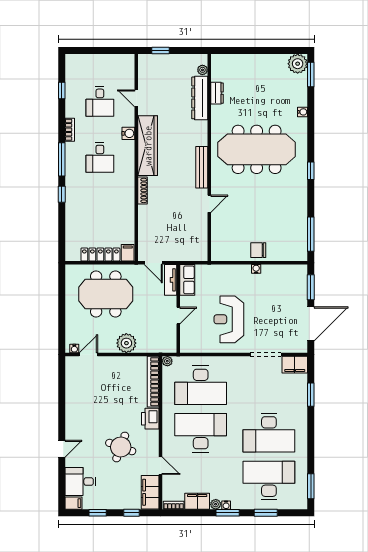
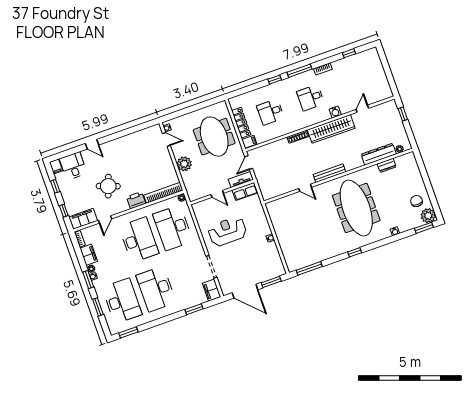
desk: (100, 101) -> (270, 112), moved
chair: (258, 250) -> (416, 201), moved

